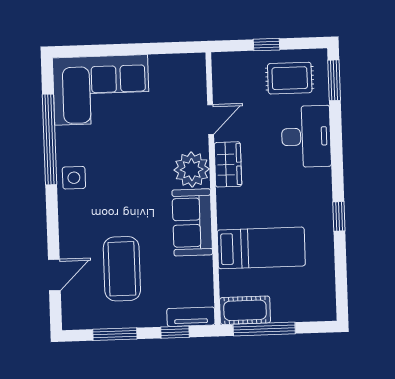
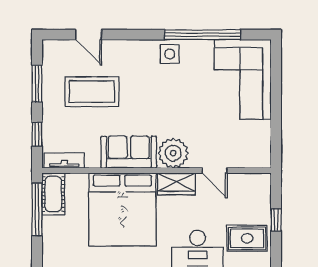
rug: (290, 78) -> (247, 238), turned 90
bed: (261, 248) -> (122, 209), width x2.04
tv unit: (191, 317) -> (64, 161), moved, turned -90

